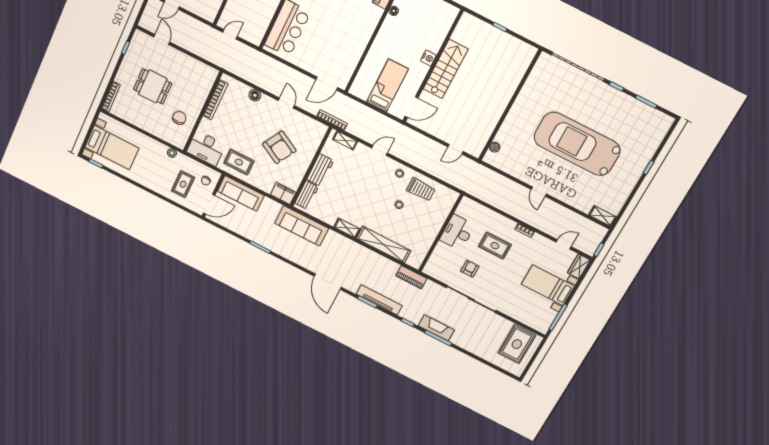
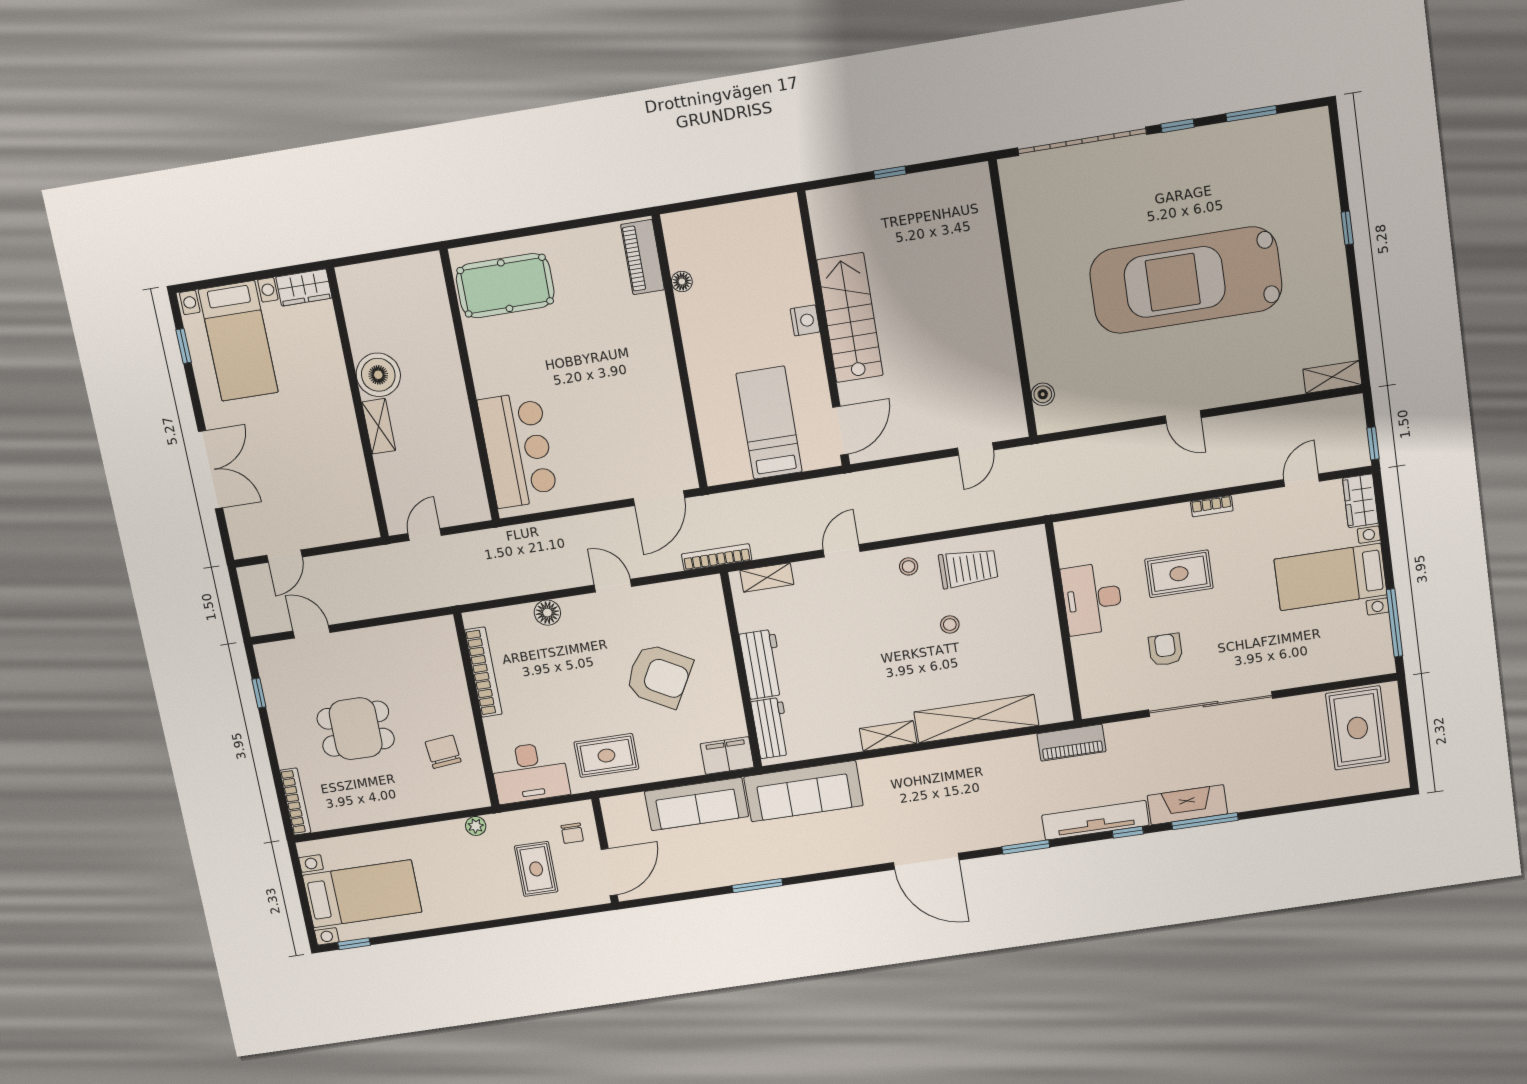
sofa: (241, 193) -> (696, 804), moved
tv unit: (379, 300) -> (1095, 820), moved

